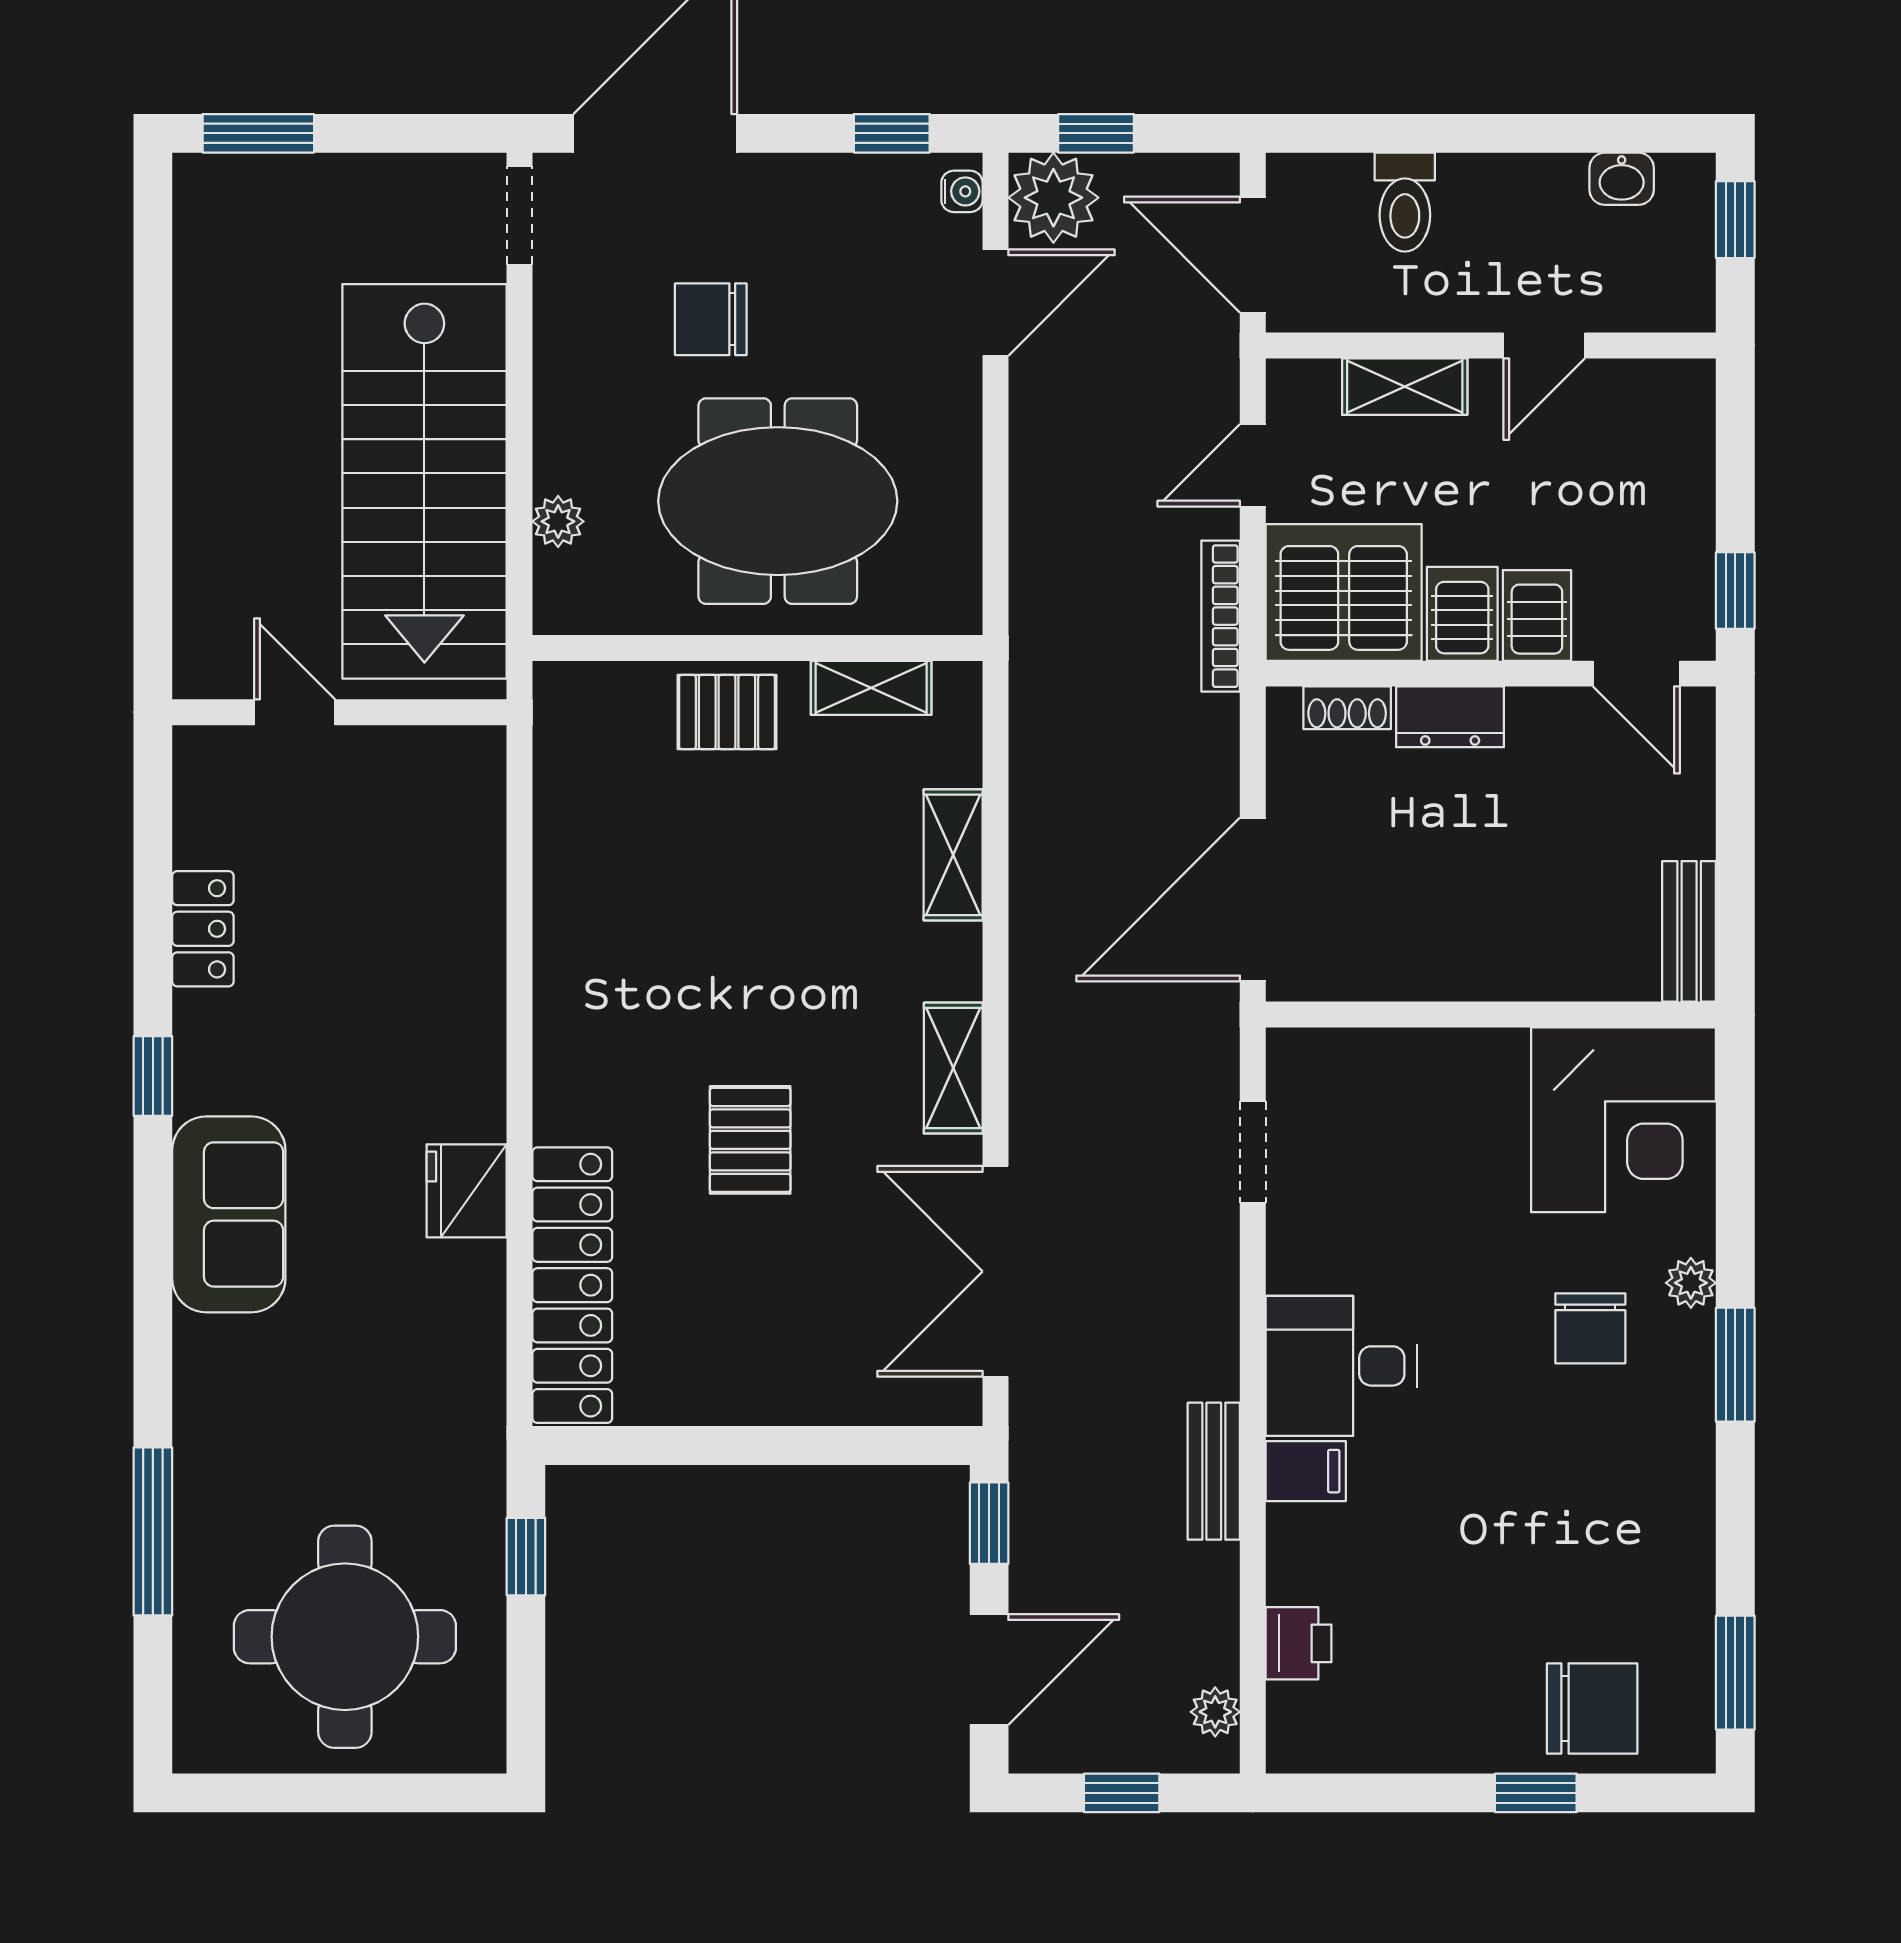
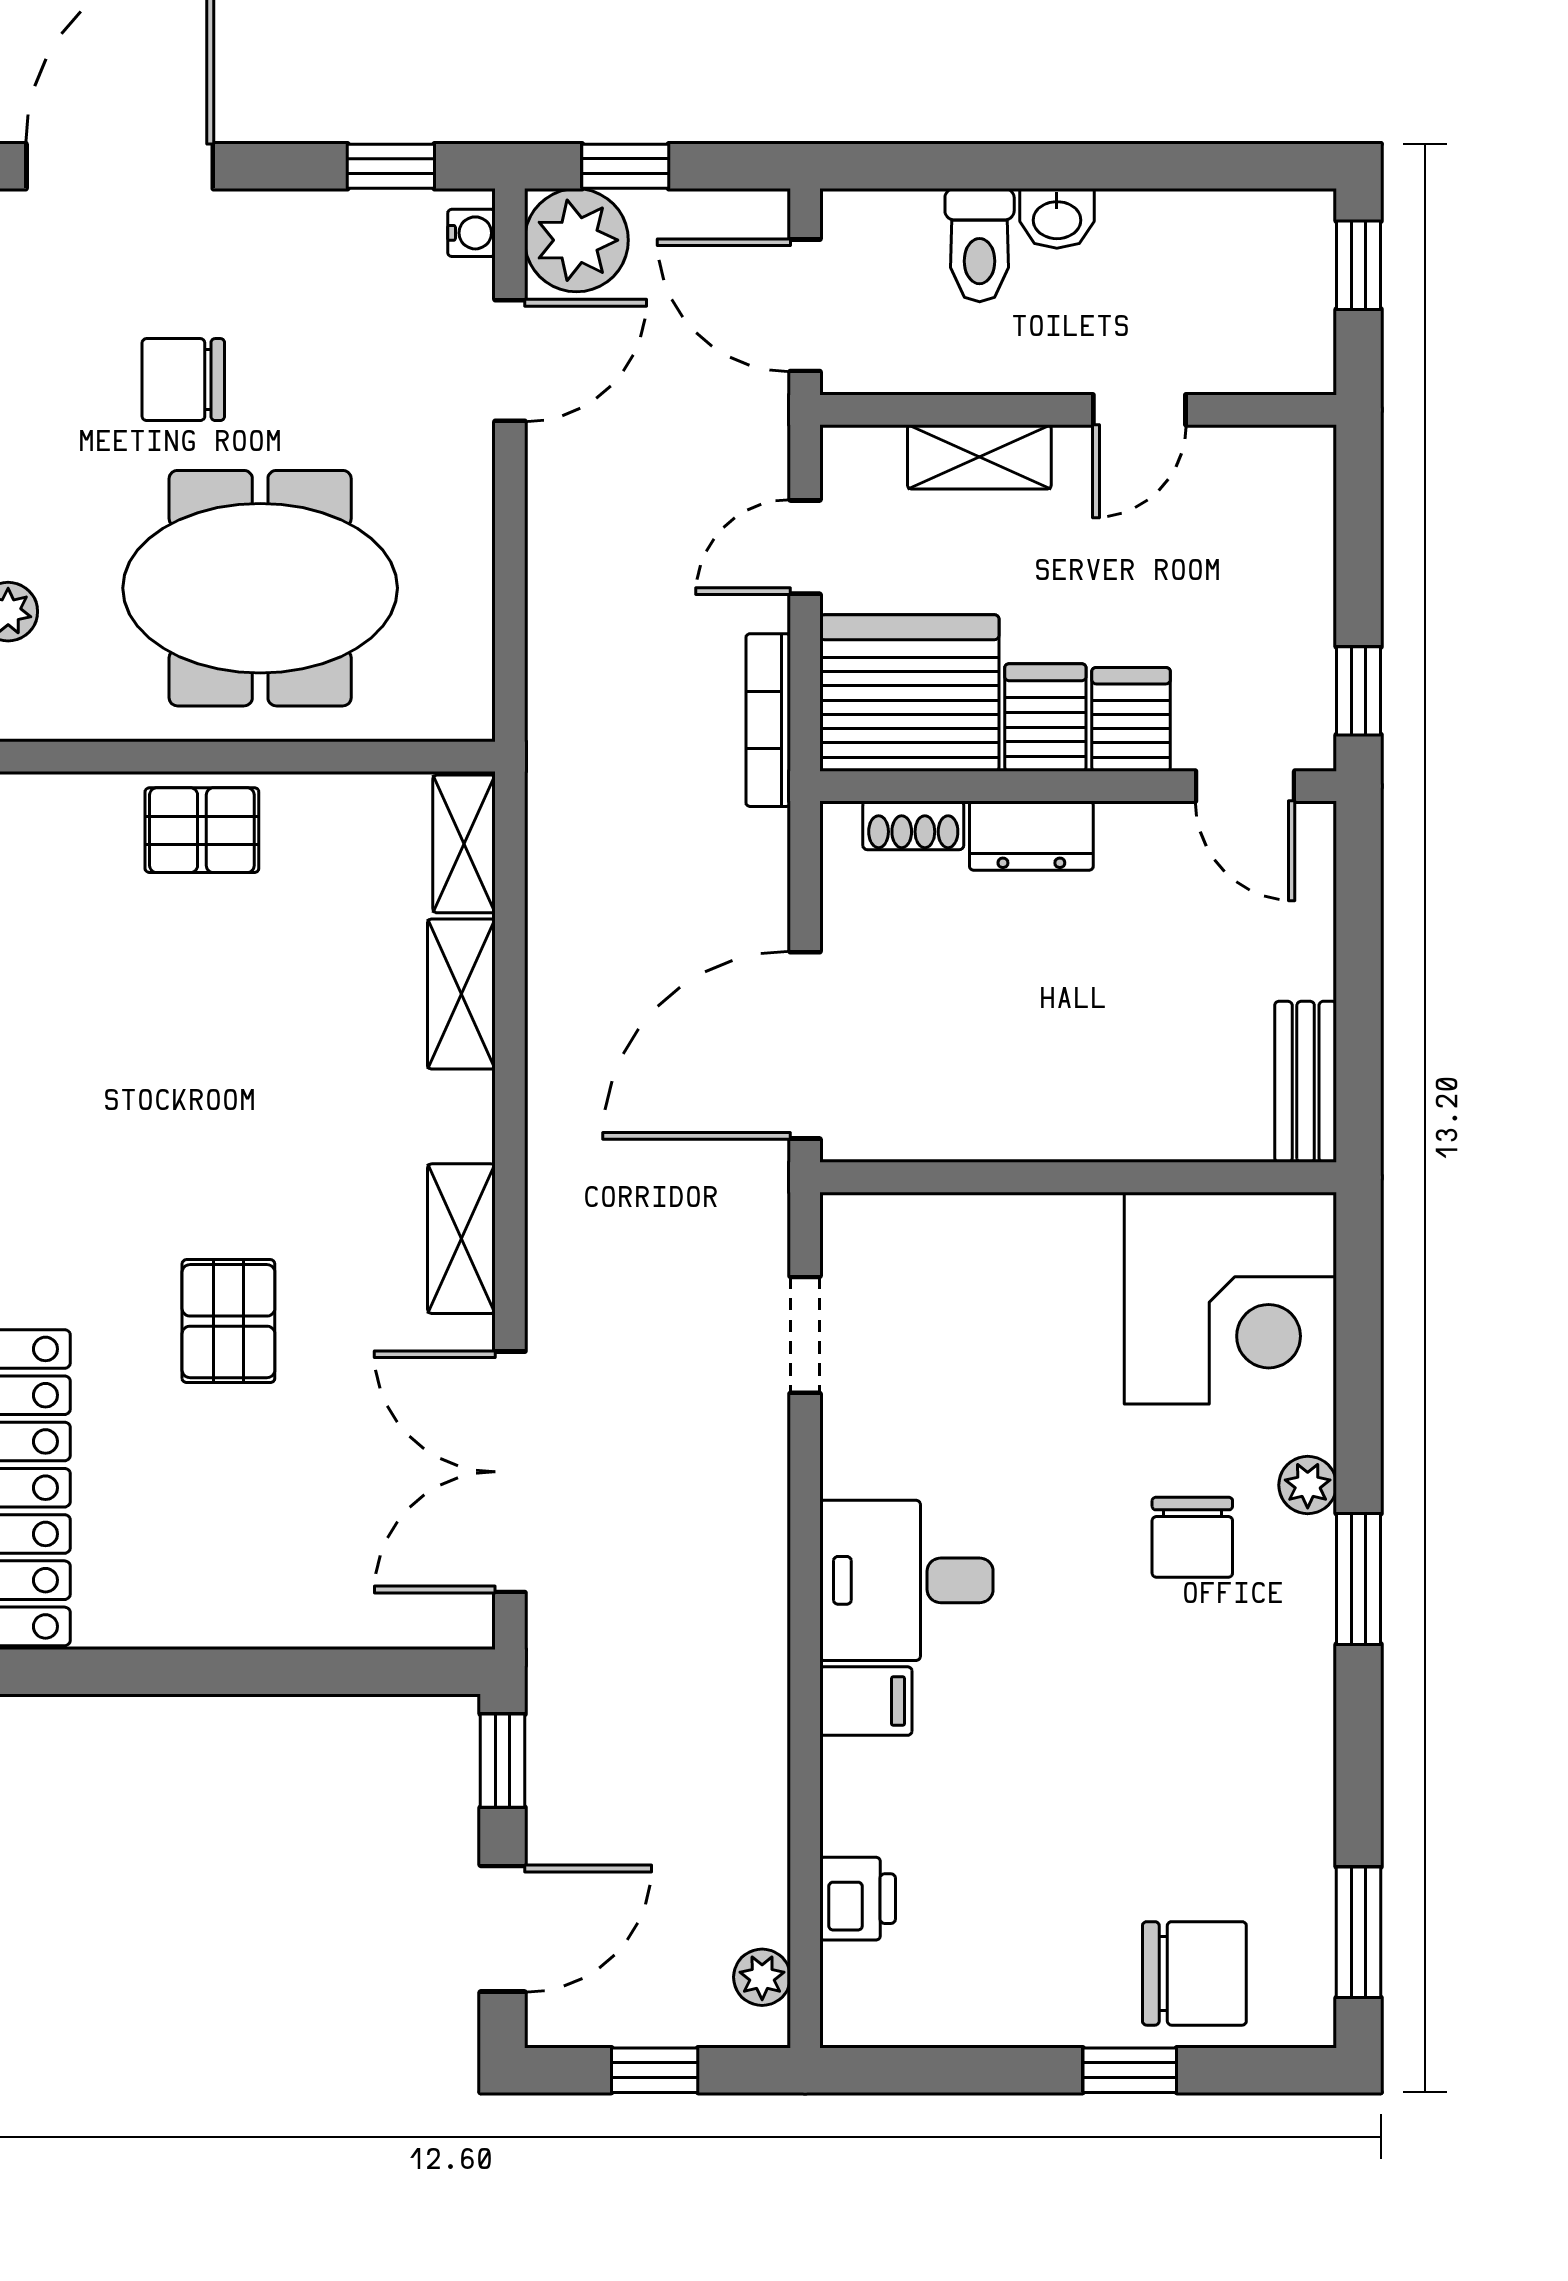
washbasin: (1622, 179) -> (1057, 218), moved
shelving: (871, 688) -> (464, 844), moved, turned 90
bench: (1214, 1471) -> (760, 1701), removed

